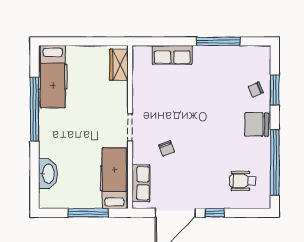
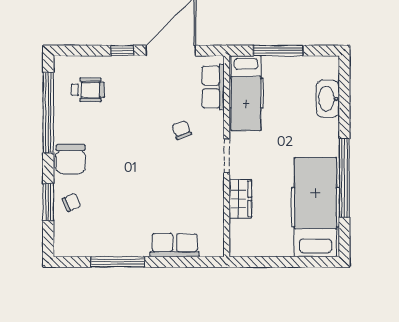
wardrobe: (119, 65) -> (240, 199), moved
hospital bed: (53, 77) -> (316, 207), width x1.37, depth x1.29
chair: (257, 125) -> (71, 159), turned 90

